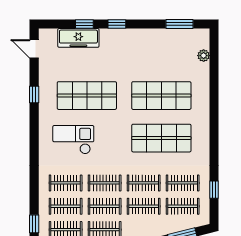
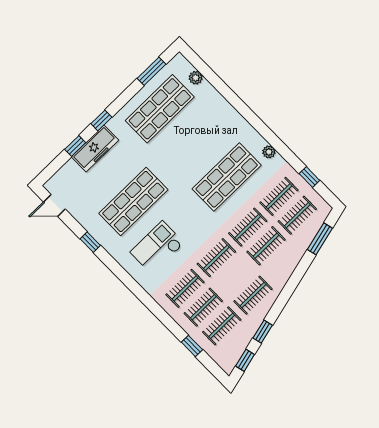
freezer: (78, 38) -> (95, 148), moved
shop shelf: (161, 96) -> (160, 109), moved
plant: (204, 148) -> (269, 152), added
clothes rail: (105, 206) -> (235, 276), removed

